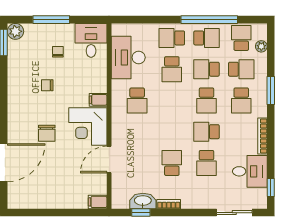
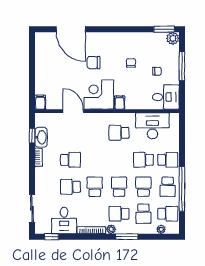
school desk: (172, 38) -> (168, 160), turned 90
school desk: (207, 100) -> (119, 187), turned 90
plant: (261, 111) -> (111, 229), added

